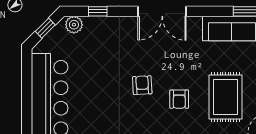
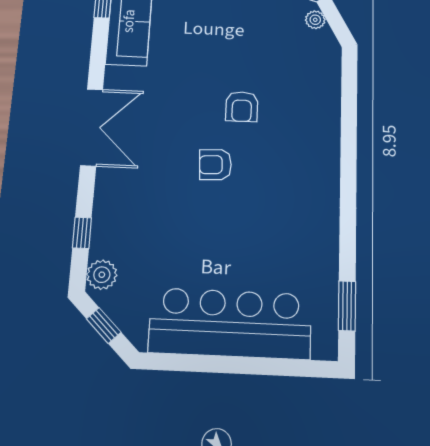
rug: (226, 97) -> (241, 36), removed
armchair: (179, 99) -> (242, 107), turned 90

